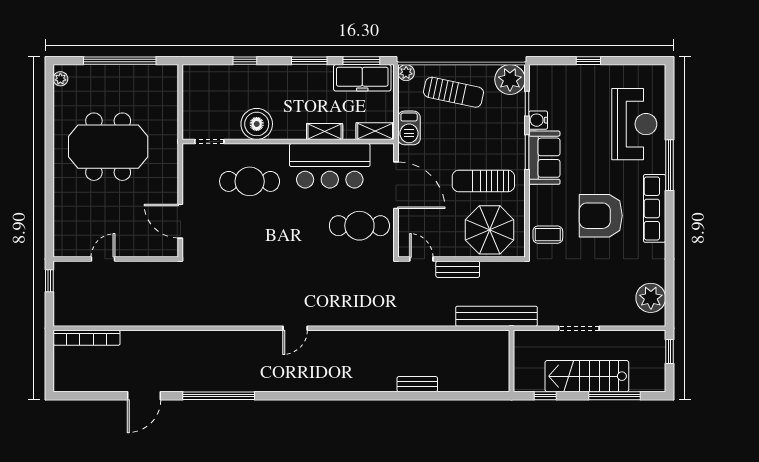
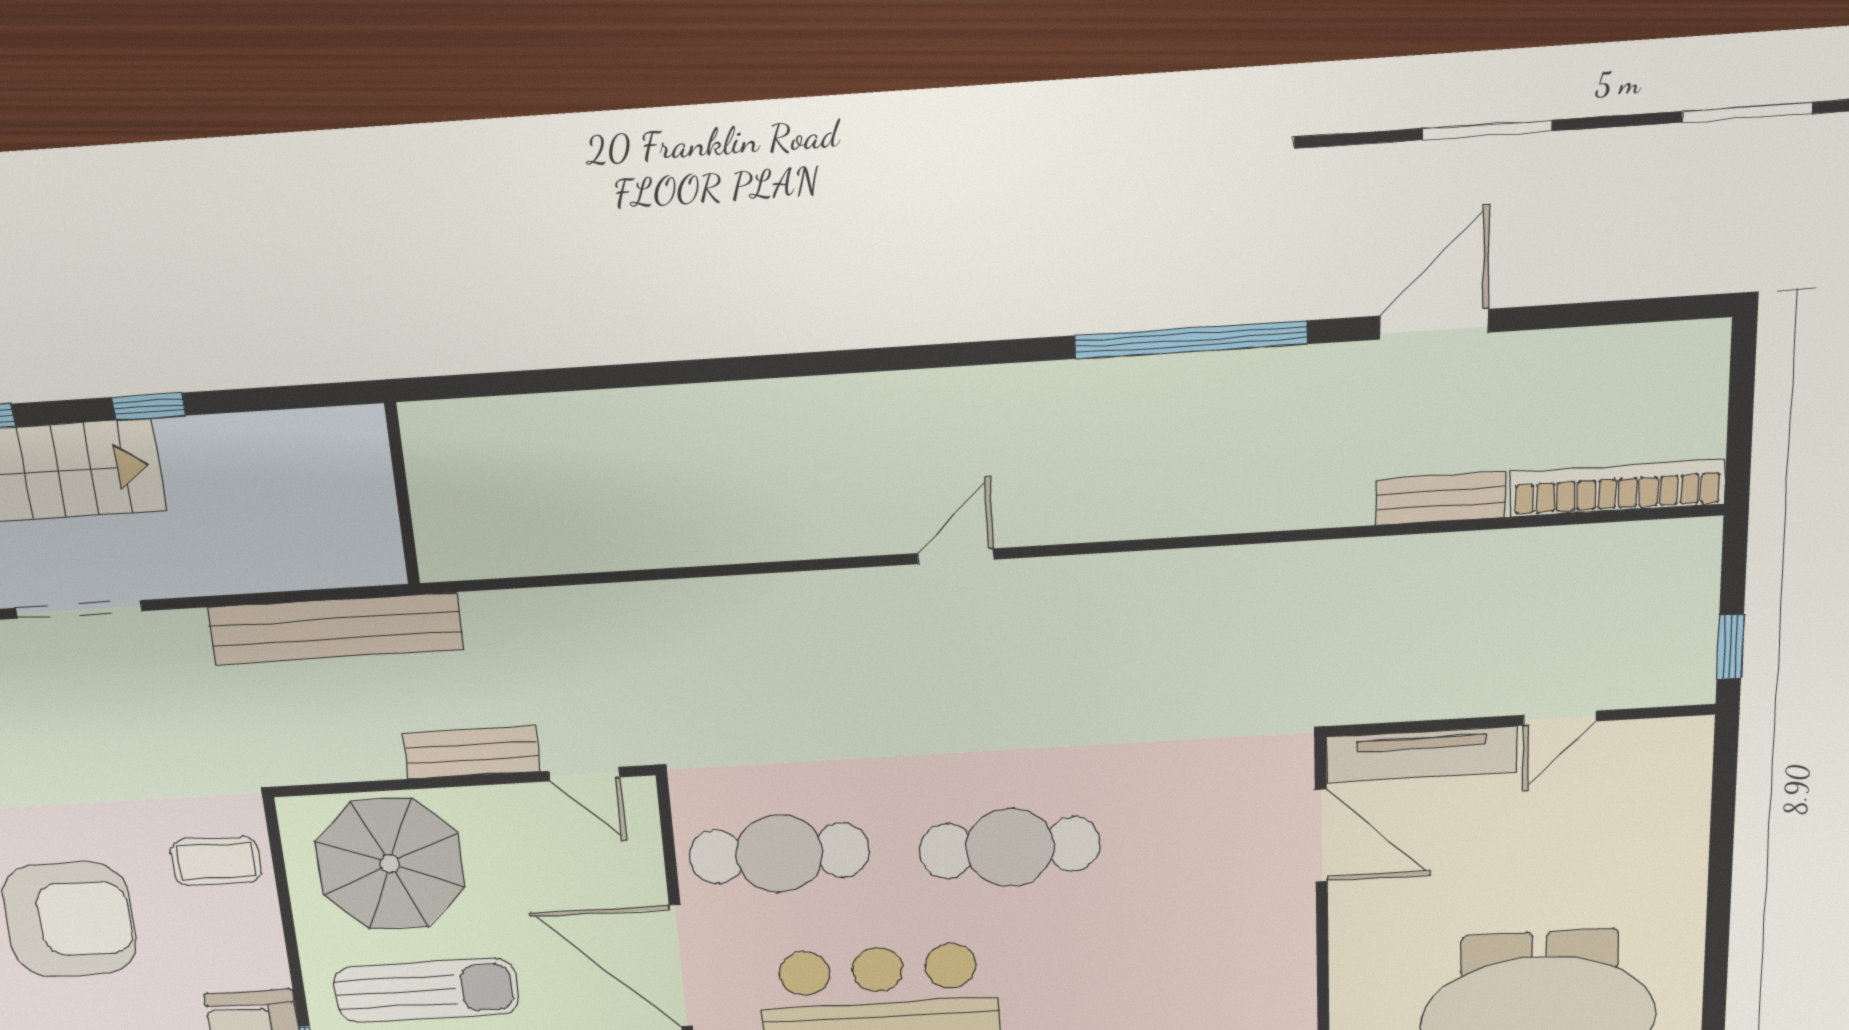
cafe table: (250, 181) -> (1010, 847), moved
tv unit: (148, 249) -> (1421, 755), added
wall: (512, 361) -> (402, 494), moved
bench: (417, 384) -> (1441, 499), moved

